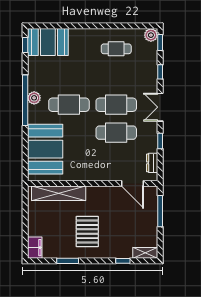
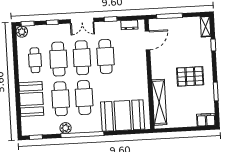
booth: (48, 42) -> (31, 99), moved
cafe table: (69, 77) -> (61, 99), added
cafe table: (116, 77) -> (58, 59), added
plant: (34, 98) -> (66, 128), moved

